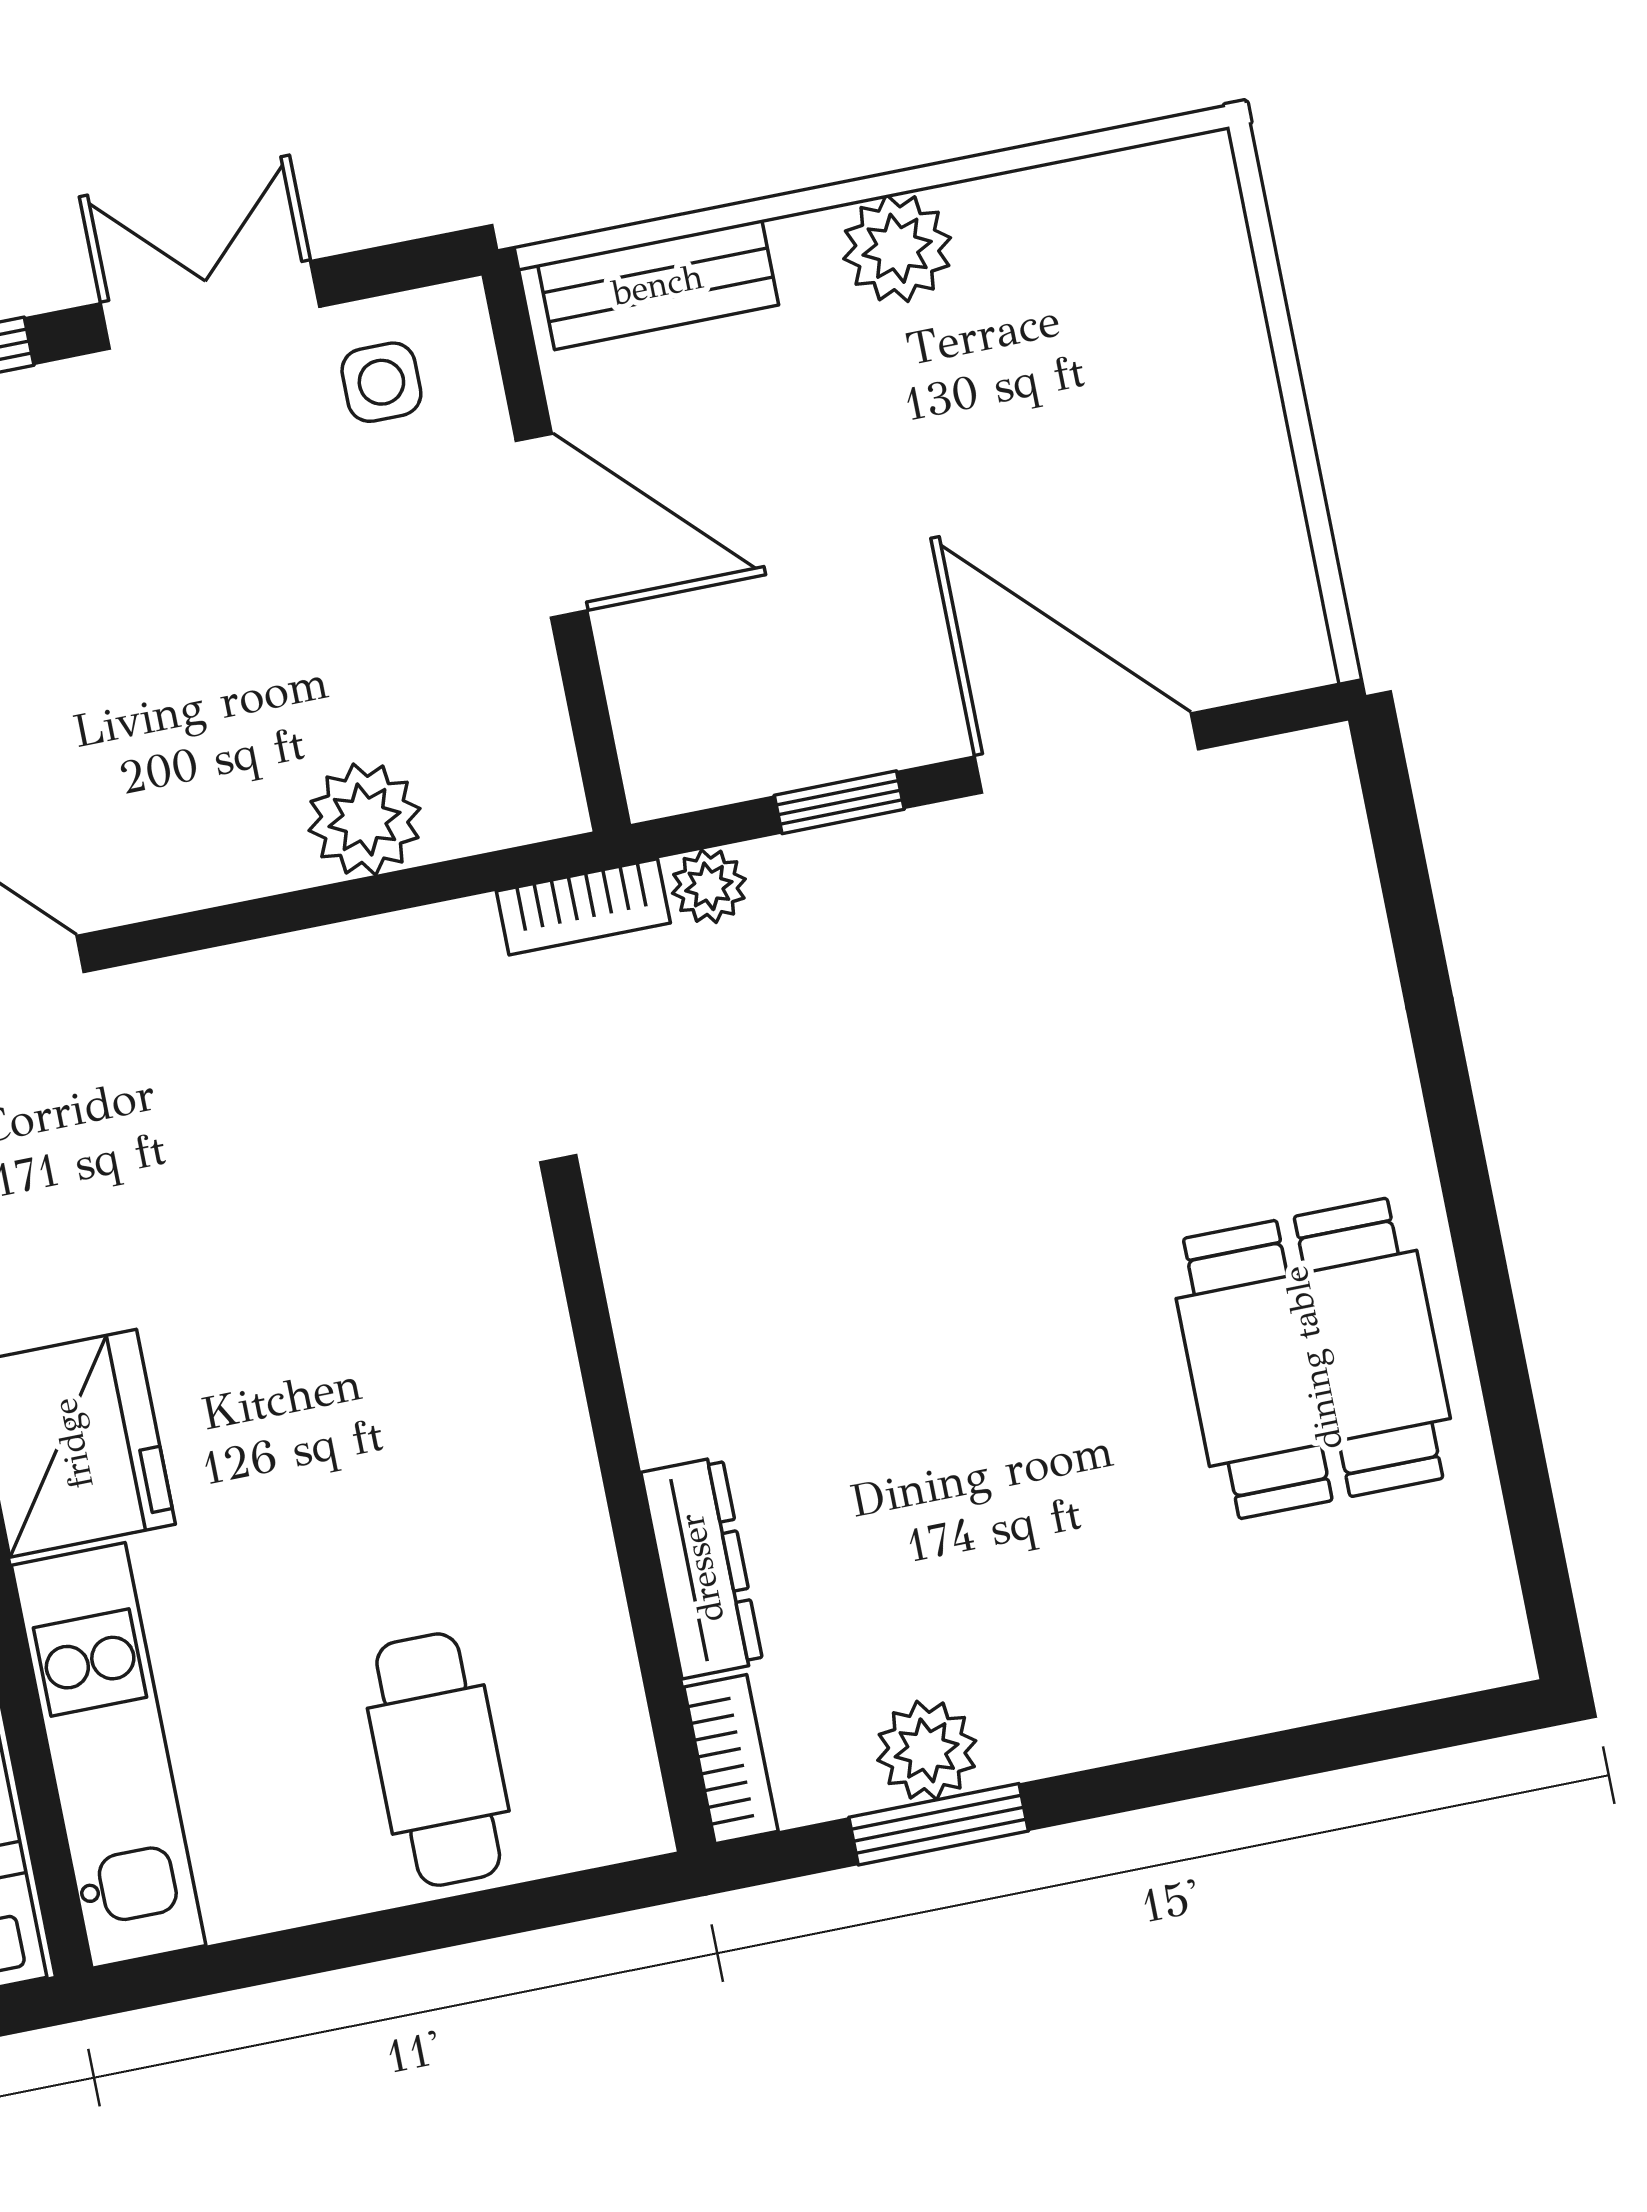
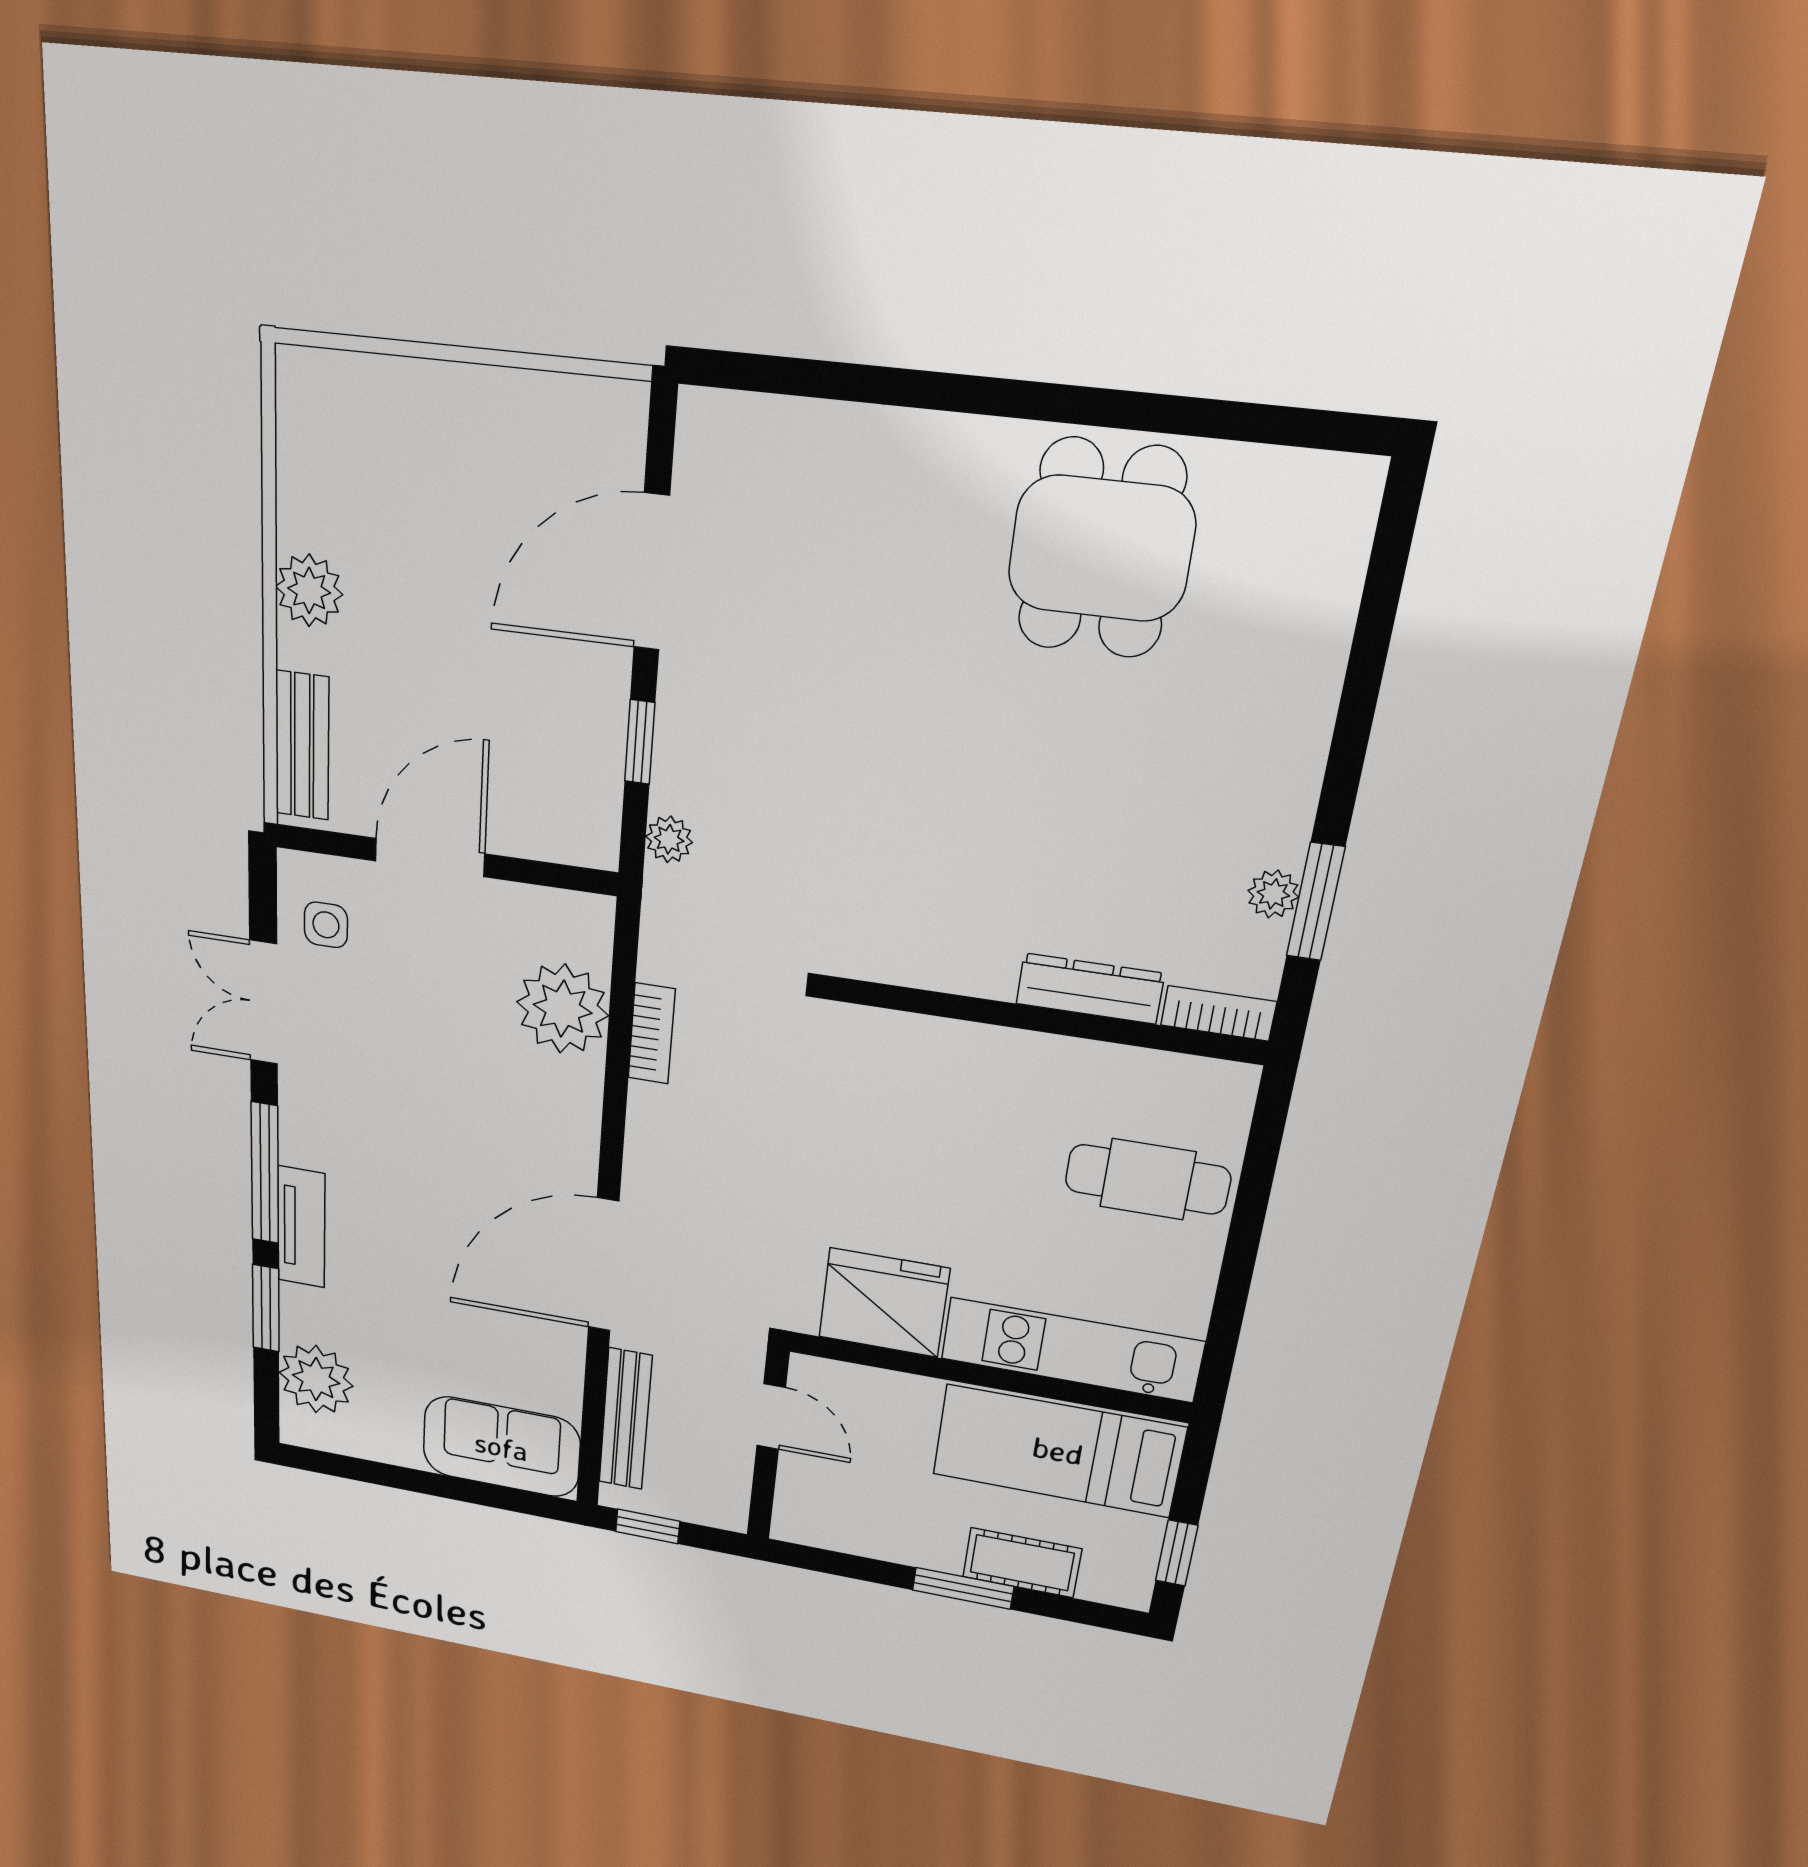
plant: (365, 819) -> (563, 1009), width x1.36, depth x1.36
bookcase: (583, 907) -> (652, 1034), moved
dining table: (1313, 1358) -> (1101, 549), turned 90
plant: (927, 1750) -> (1273, 894), width x0.73, depth x0.73

